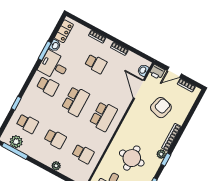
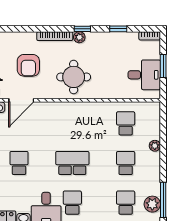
armchair: (161, 108) -> (28, 65), turned -105
school desk: (103, 116) -> (72, 123), removed
round table: (132, 158) -> (74, 77), moved

